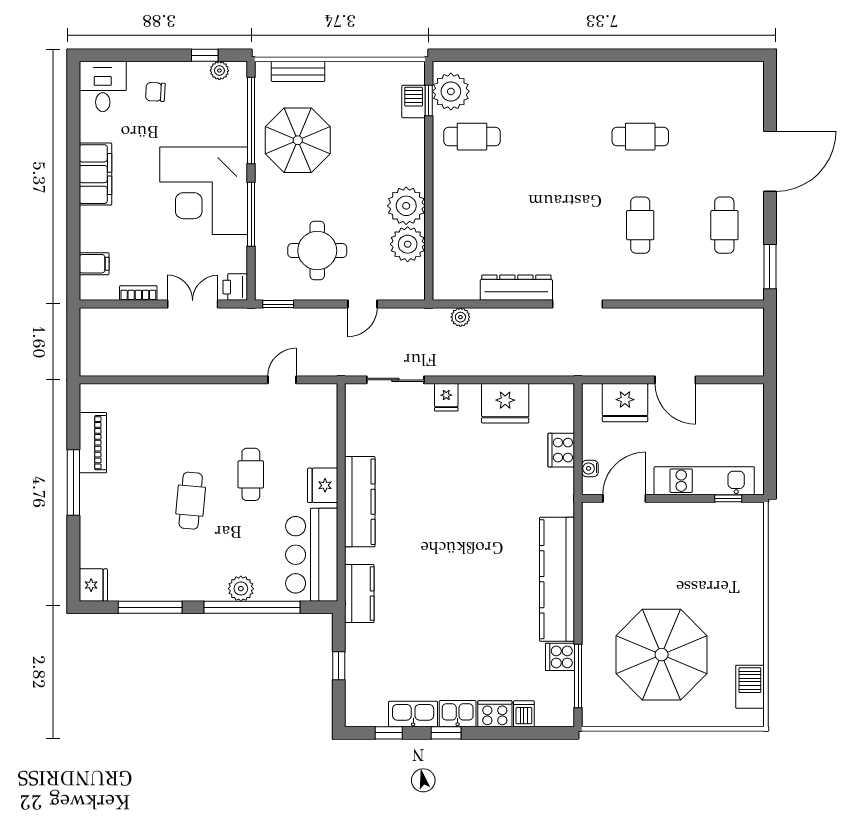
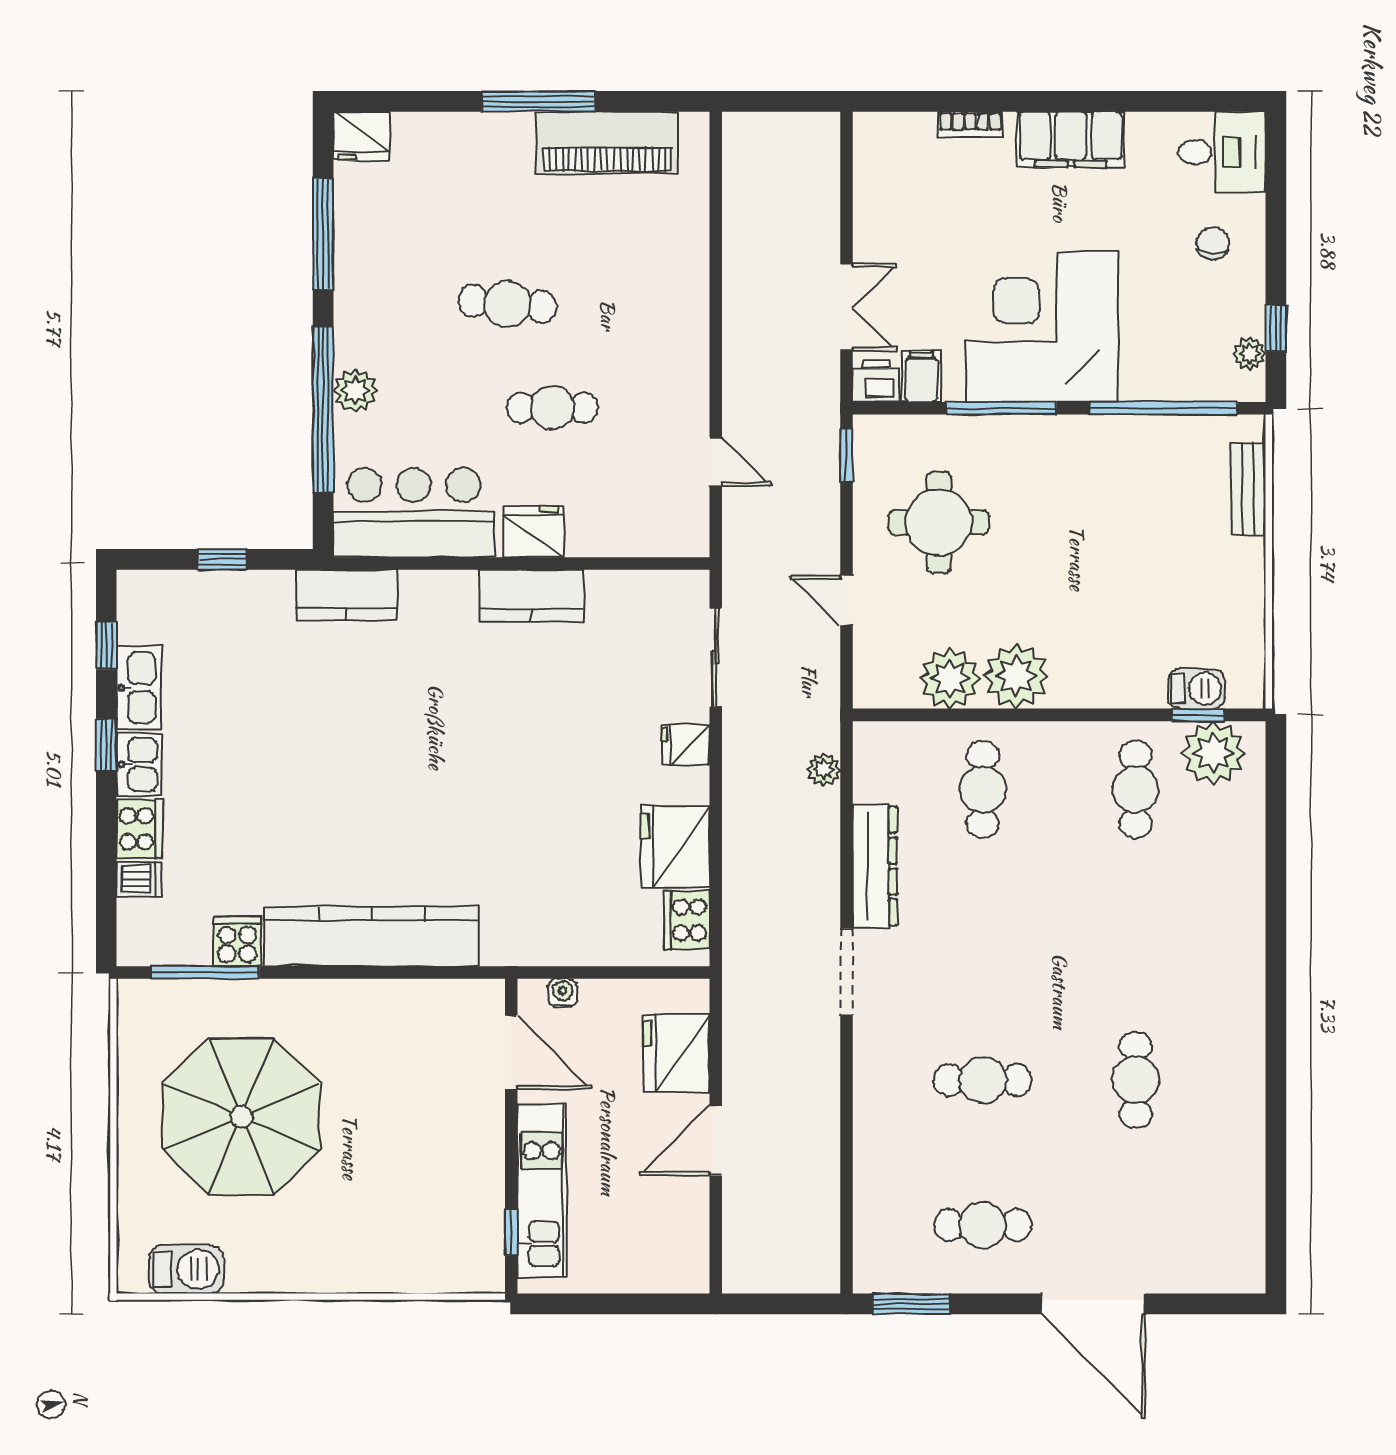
parasol: (298, 140) -> (1129, 489), removed
cafe table: (472, 225) -> (983, 790), added
filing cabinet: (94, 264) -> (921, 377), moved, turned 180
bookcase: (138, 293) -> (971, 124), moved, turned 90
piano: (93, 443) -> (607, 143), width x1.37, depth x1.33
cooker: (561, 450) -> (687, 920), moved, turned -90
kitchen counter: (360, 502) -> (531, 596), width x0.67

